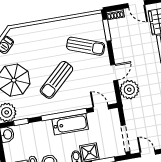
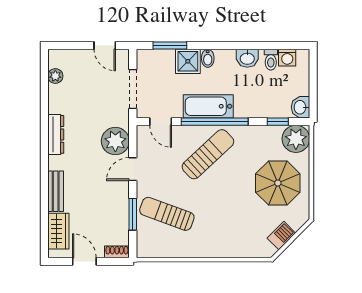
window: (107, 30) -> (133, 214), moved
sun lounger: (56, 80) -> (208, 154), moved
doorway: (126, 138) -> (133, 89), moved

